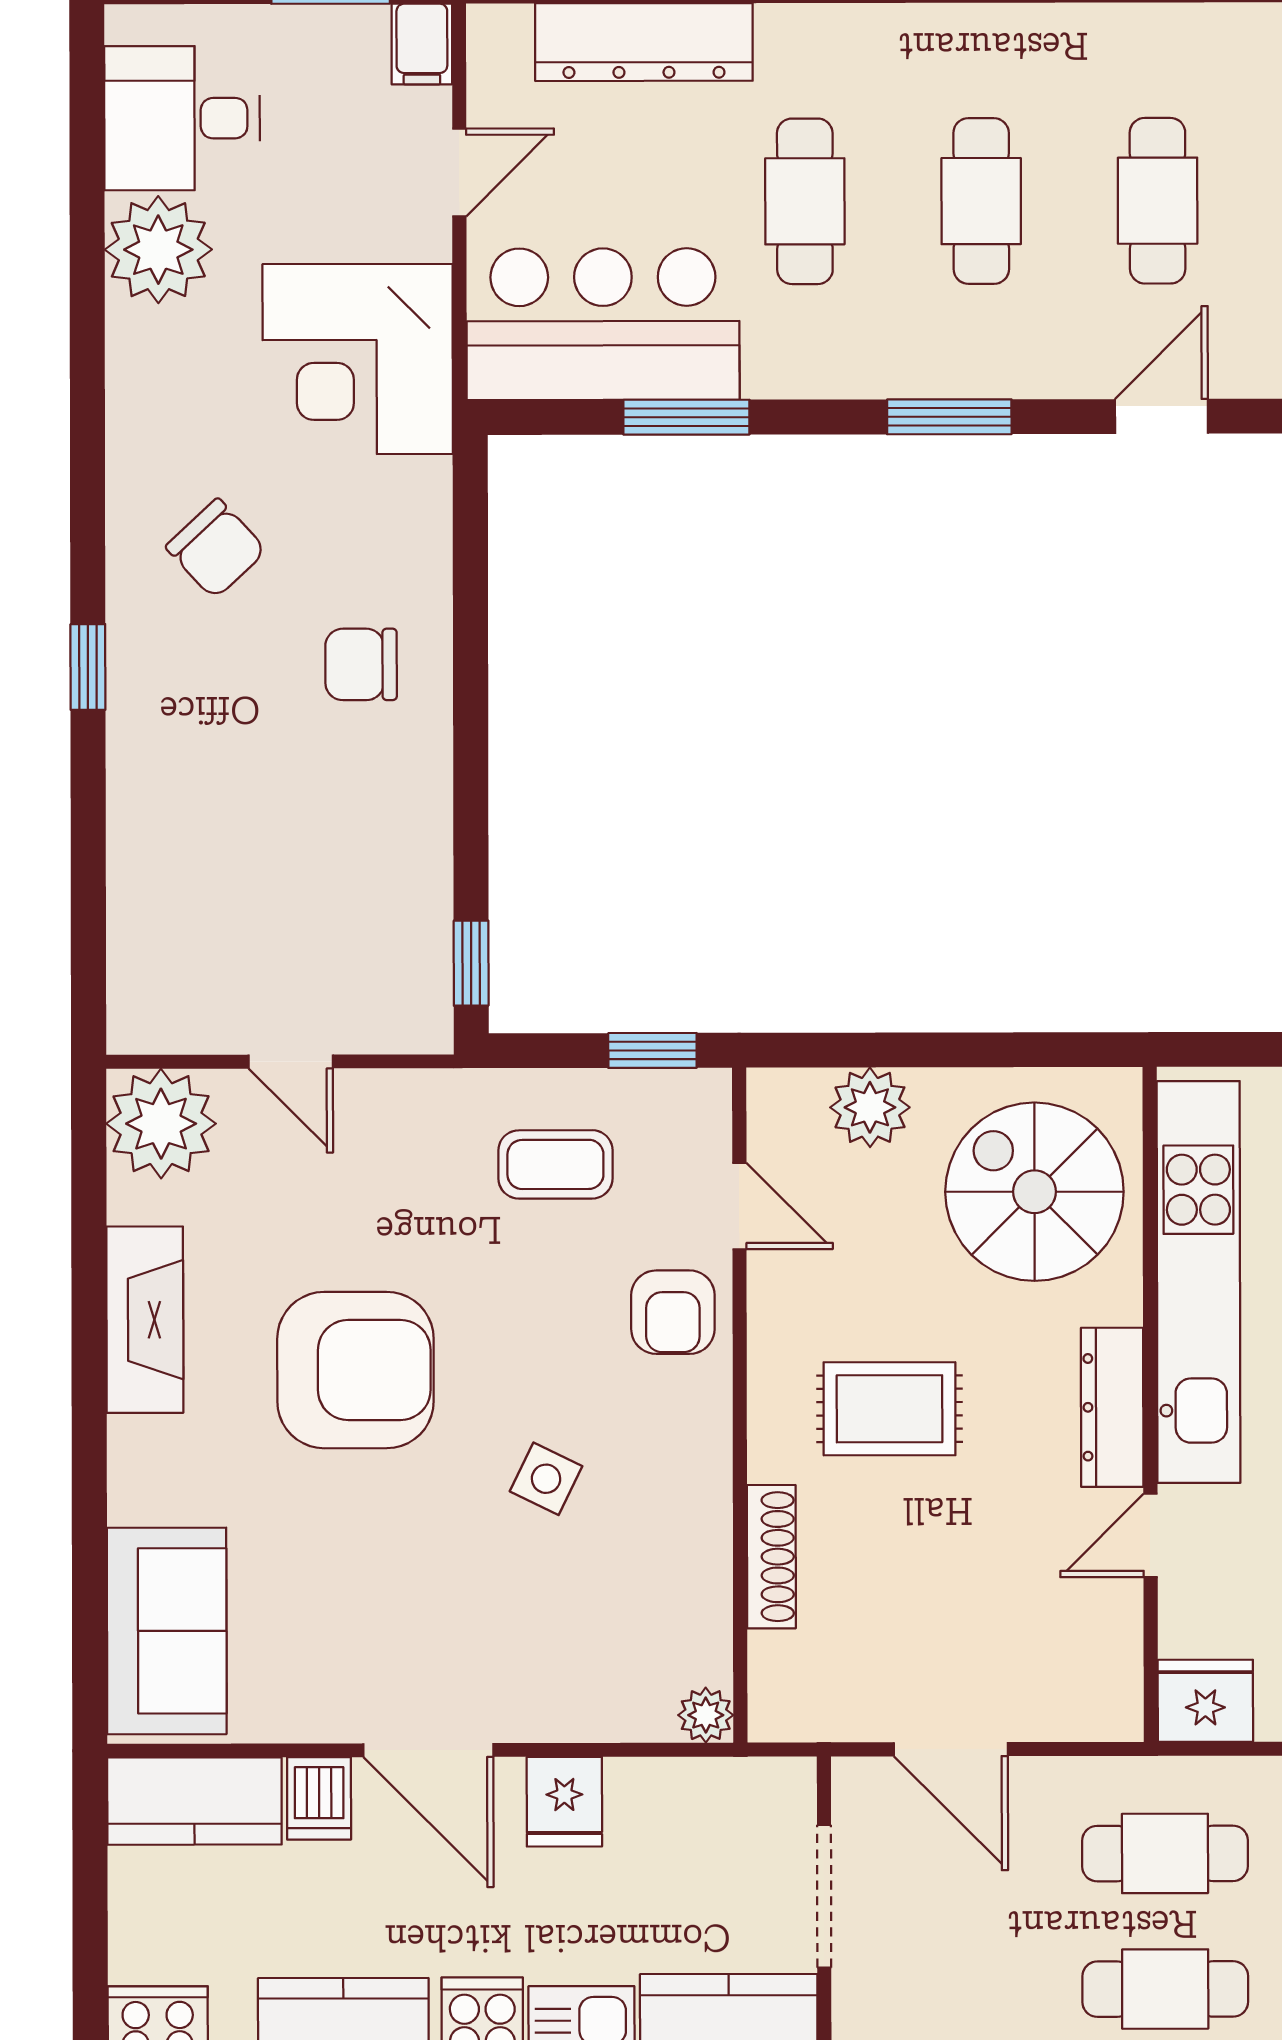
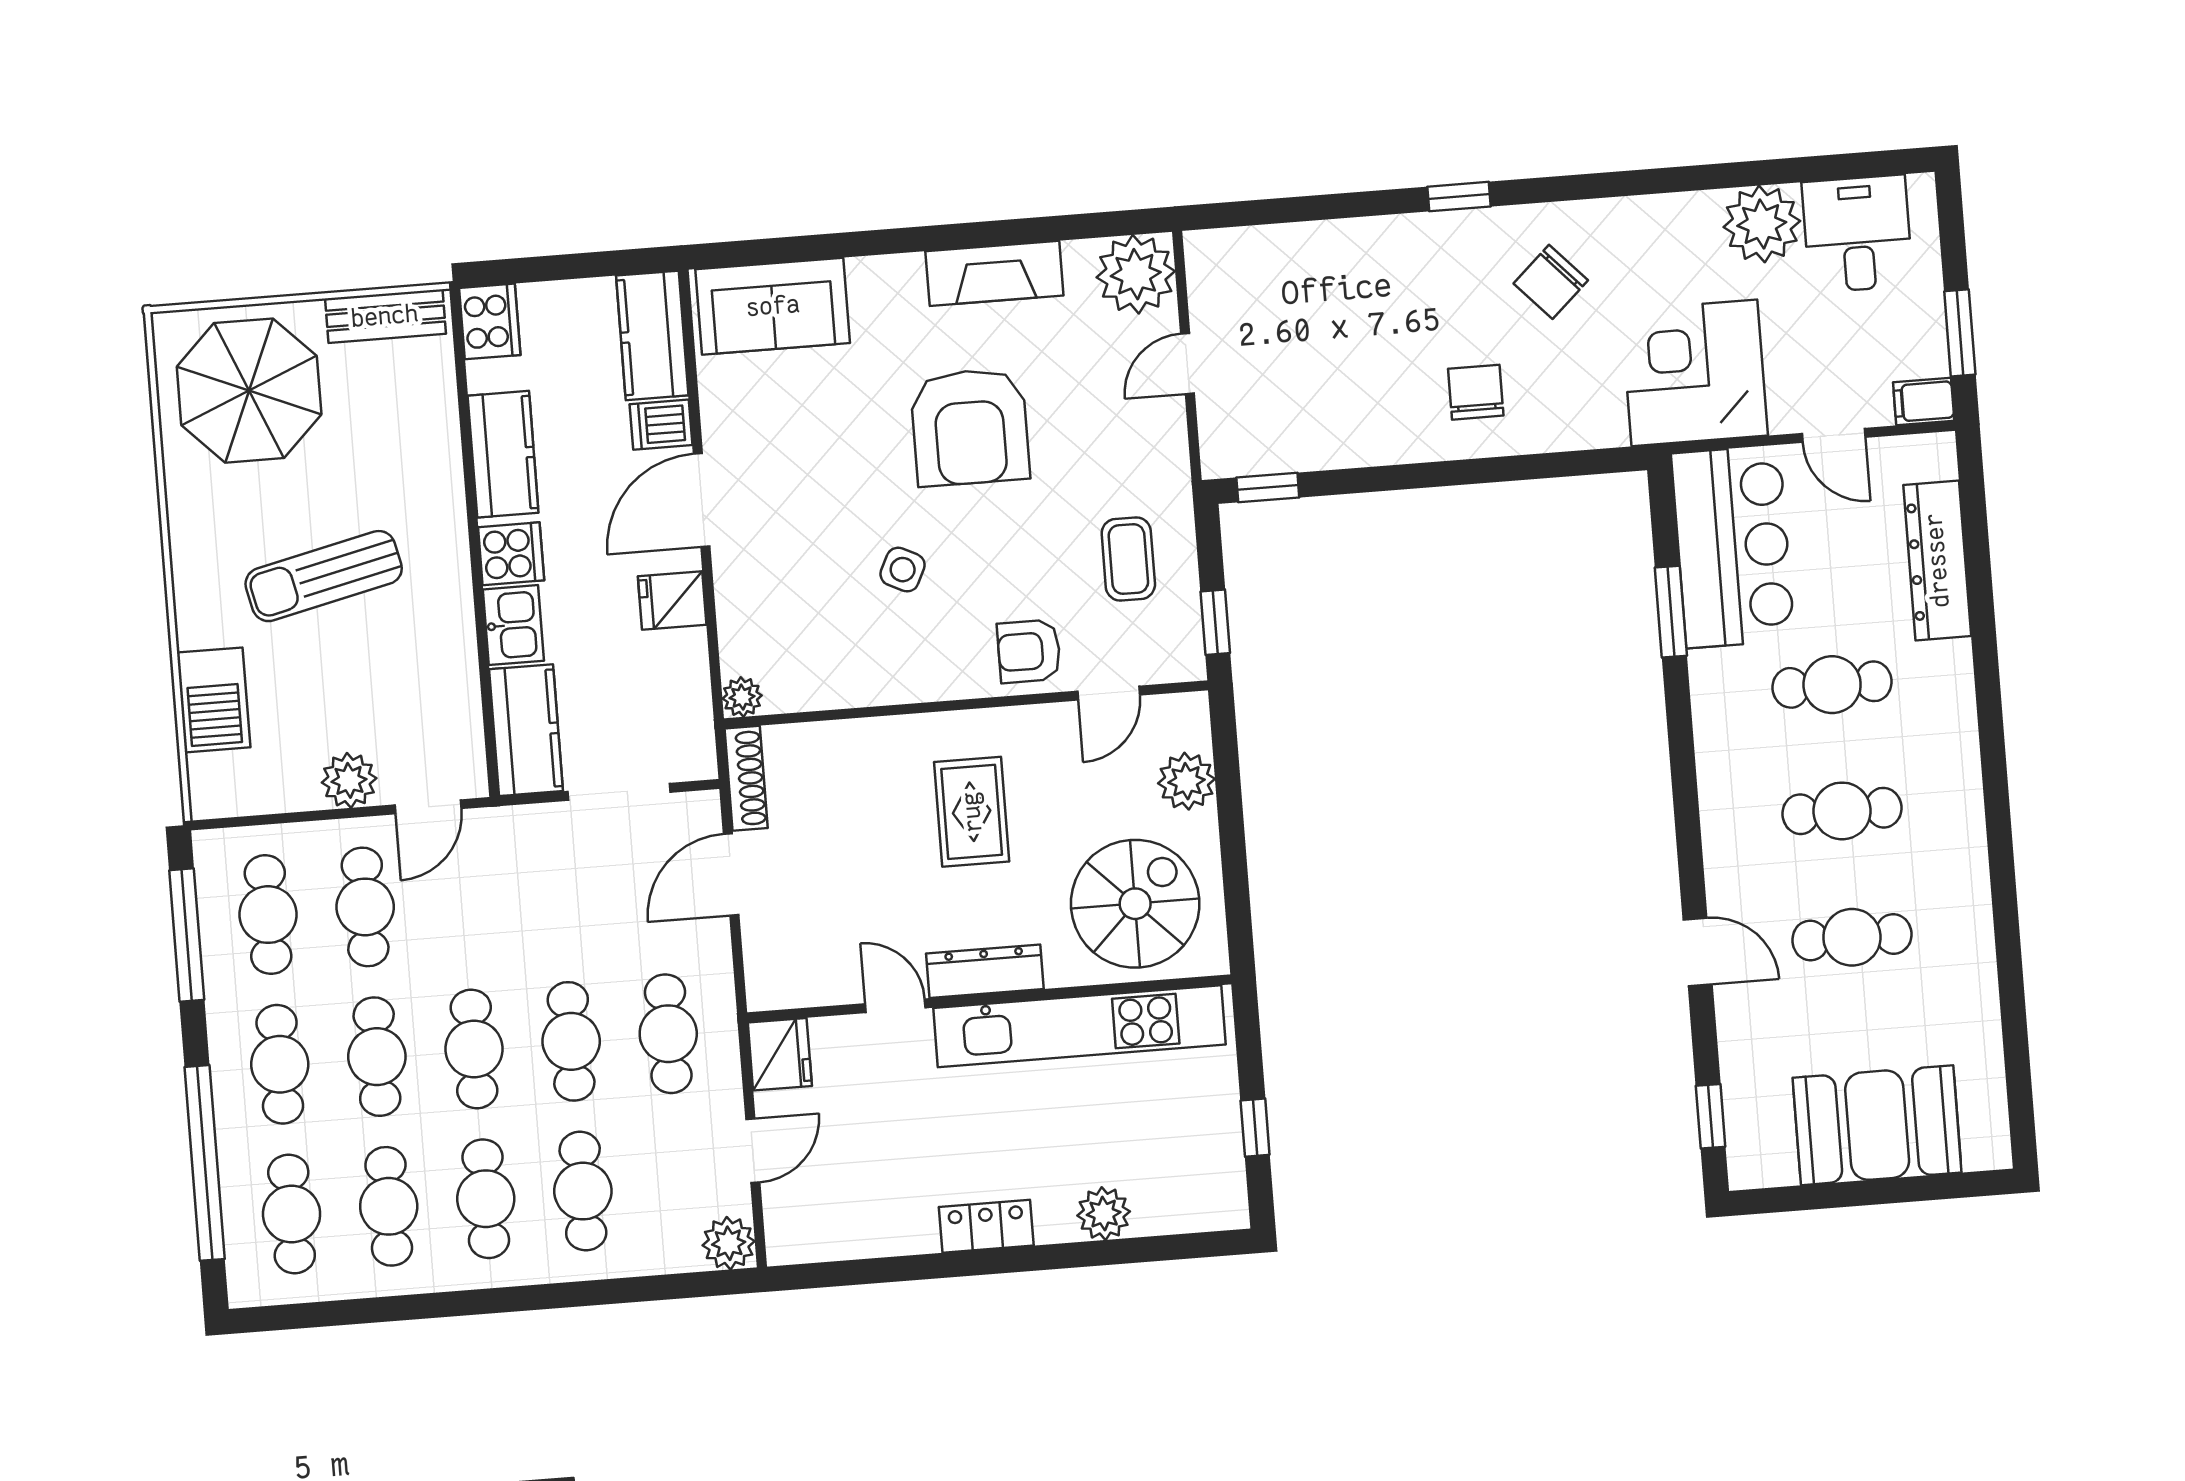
window: (949, 417) -> (1686, 800), removed
shoe rack: (771, 1557) -> (746, 778), moved, turned -90

